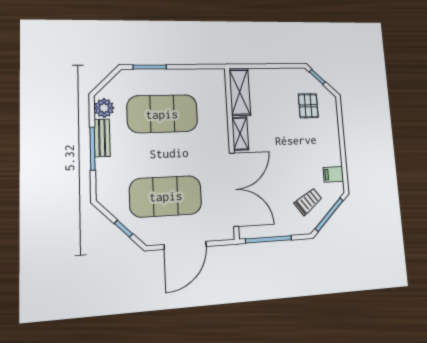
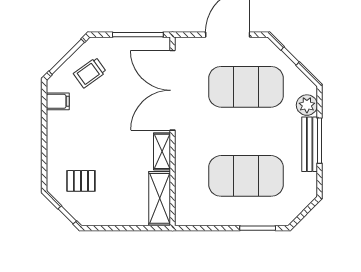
pallet: (308, 106) -> (81, 181), turned 90
plant: (104, 108) -> (307, 105), moved
bench: (102, 138) -> (310, 144), width x1.36

